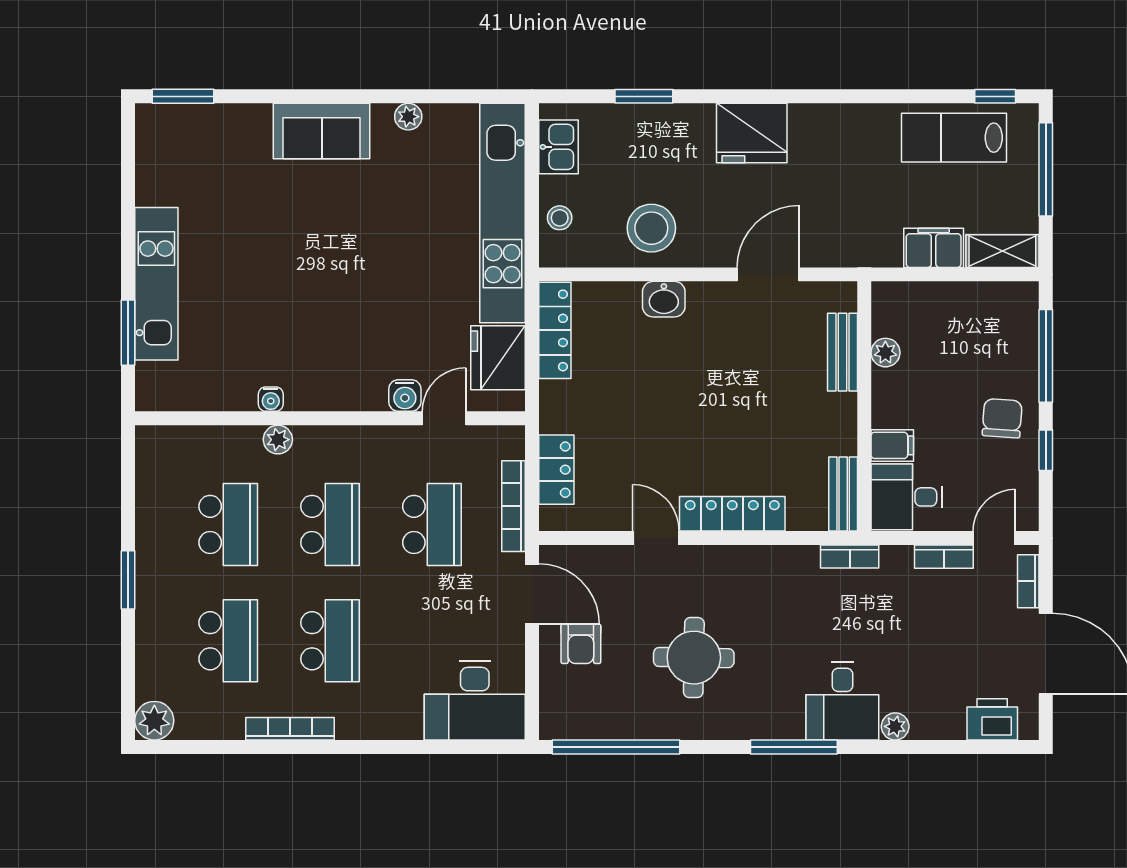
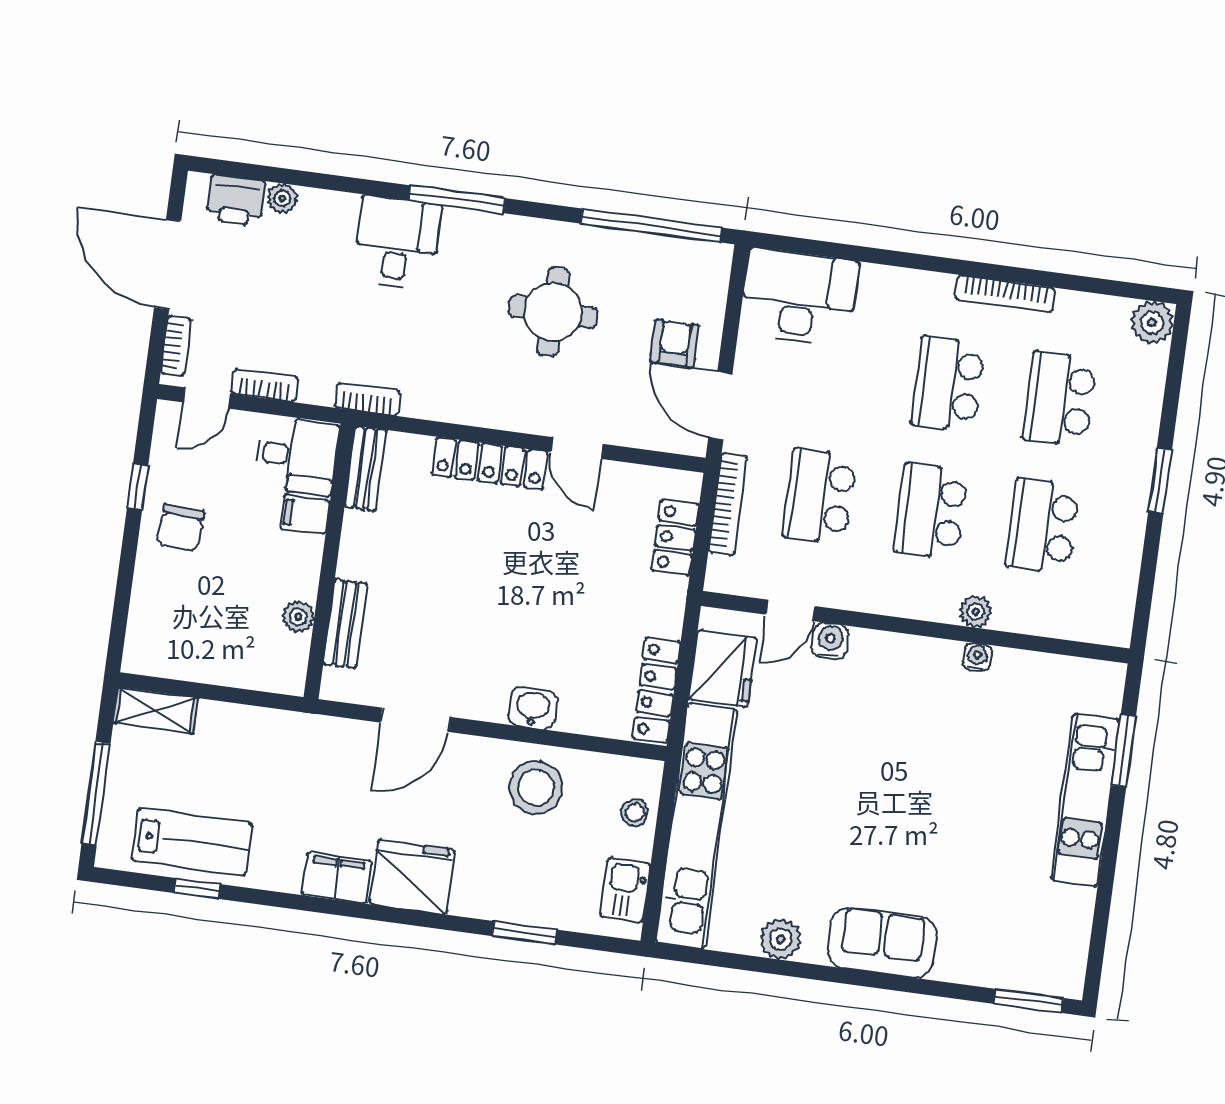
window: (995, 96) -> (197, 889), moved
plant: (408, 117) -> (780, 939), width x1.38, depth x1.38
filing cabinet: (934, 248) -> (337, 878), moved, turned 180
window: (1046, 356) -> (124, 590), removed
plant: (895, 726) -> (282, 198), moved

